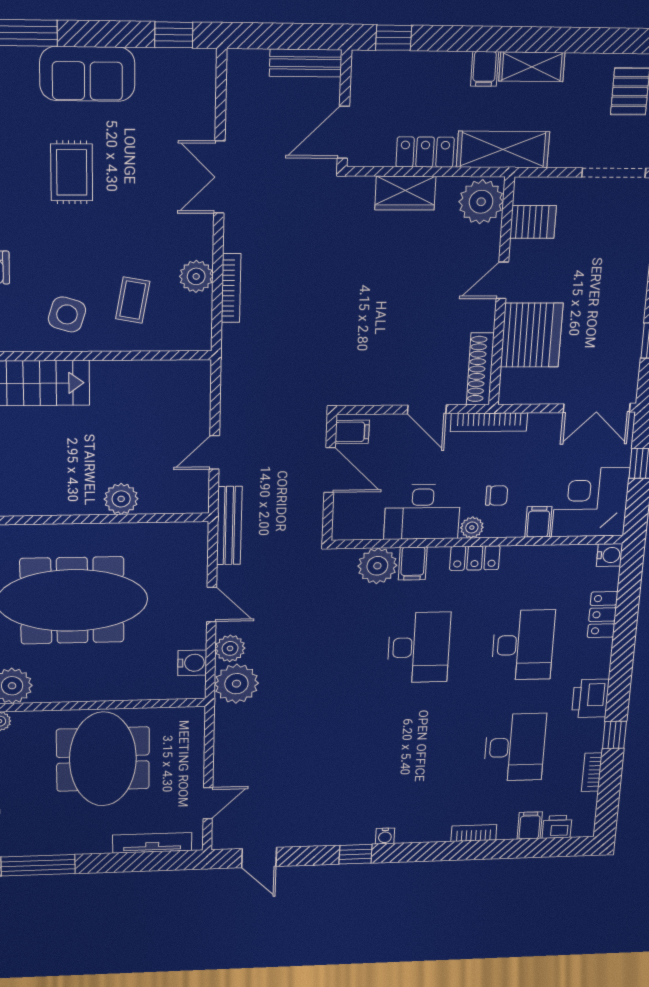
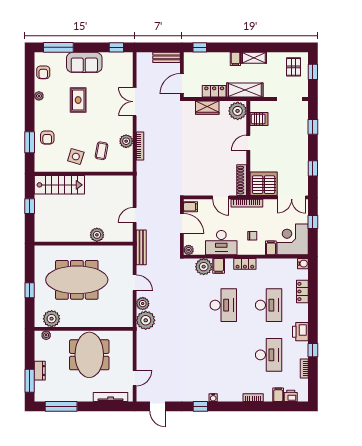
server rack: (532, 335) -> (264, 184), moved, turned -90
plant: (472, 528) -> (189, 250), moved
water cooler: (192, 663) -> (127, 310), removed

